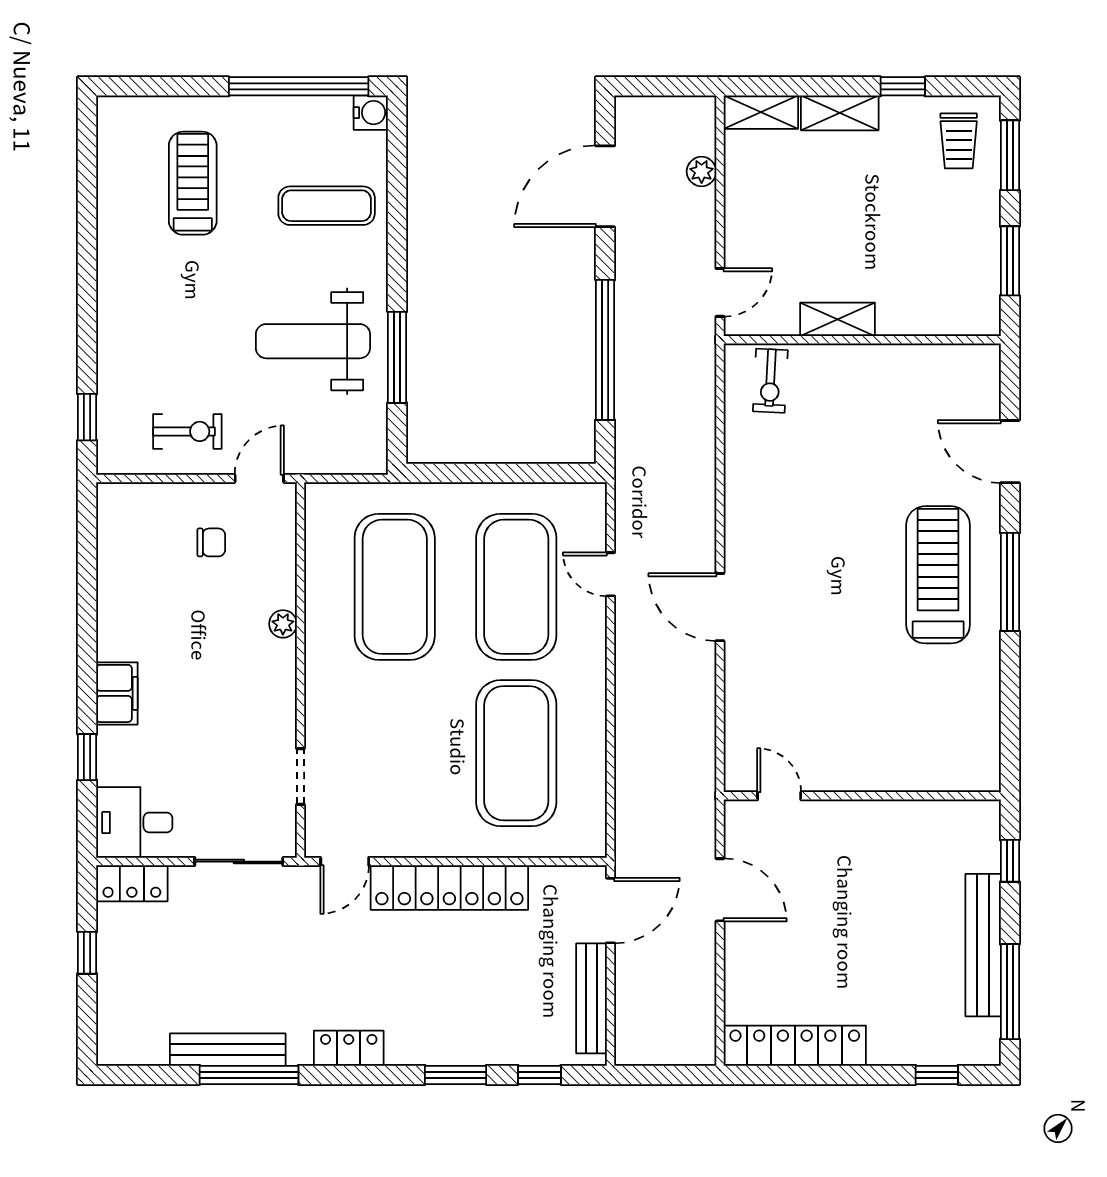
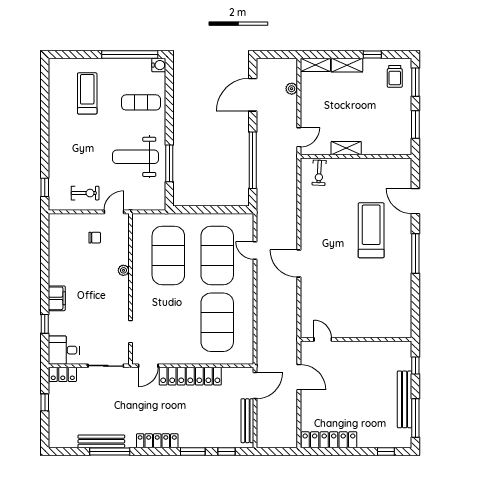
treadmill: (938, 575) -> (371, 230), moved
locker: (349, 1048) -> (157, 441), width x1.53

